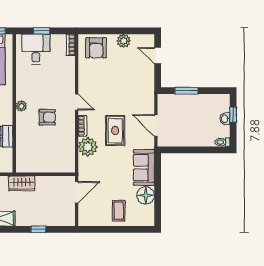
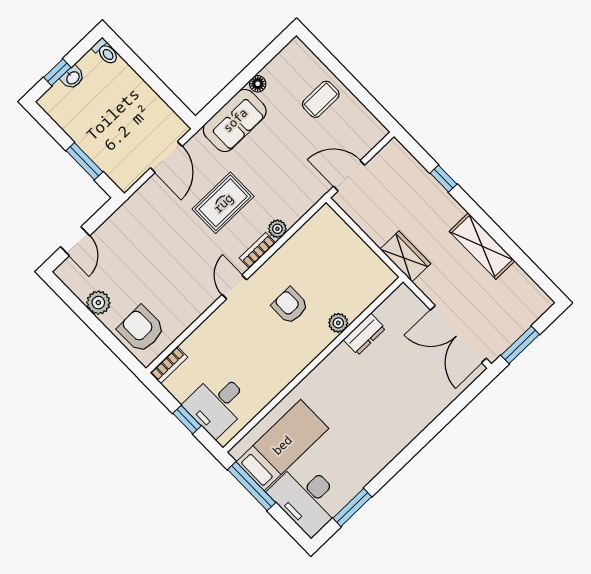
armchair: (96, 48) -> (141, 329), turned -91
plant: (21, 106) -> (338, 323), moved
plant: (88, 147) -> (277, 229), width x0.53, depth x0.53
floor lamp: (146, 195) -> (258, 84), width x0.53, depth x0.53

